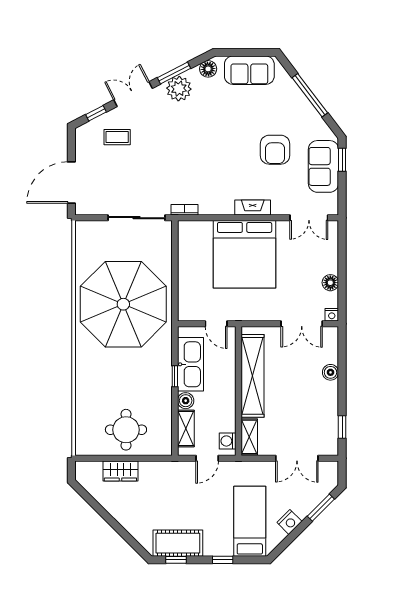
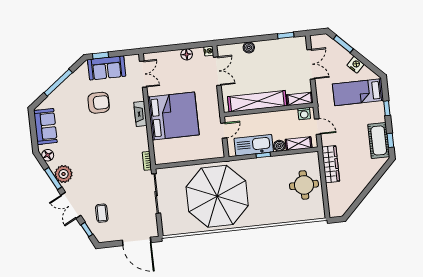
wardrobe: (120, 471) -> (331, 164), moved, width x1.50

